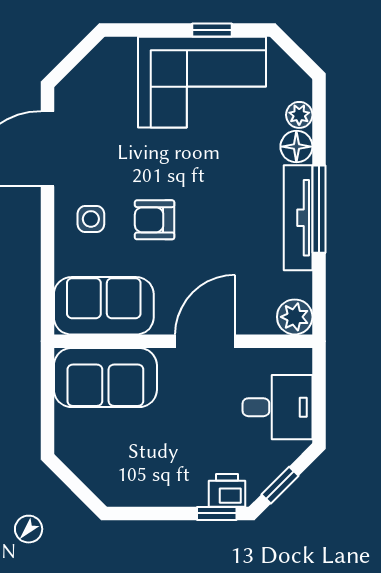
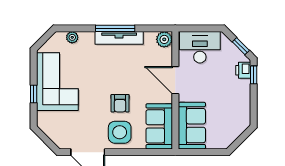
window: (212, 30) -> (34, 94), moved
floor lamp: (296, 147) -> (87, 39), removed
side table: (91, 219) -> (120, 132), width x1.87, depth x1.87
desk: (278, 407) -> (200, 47), width x1.37

